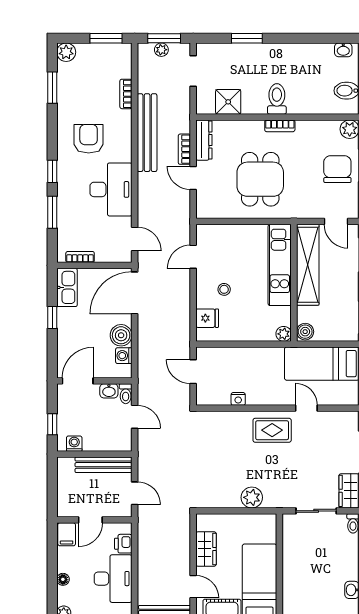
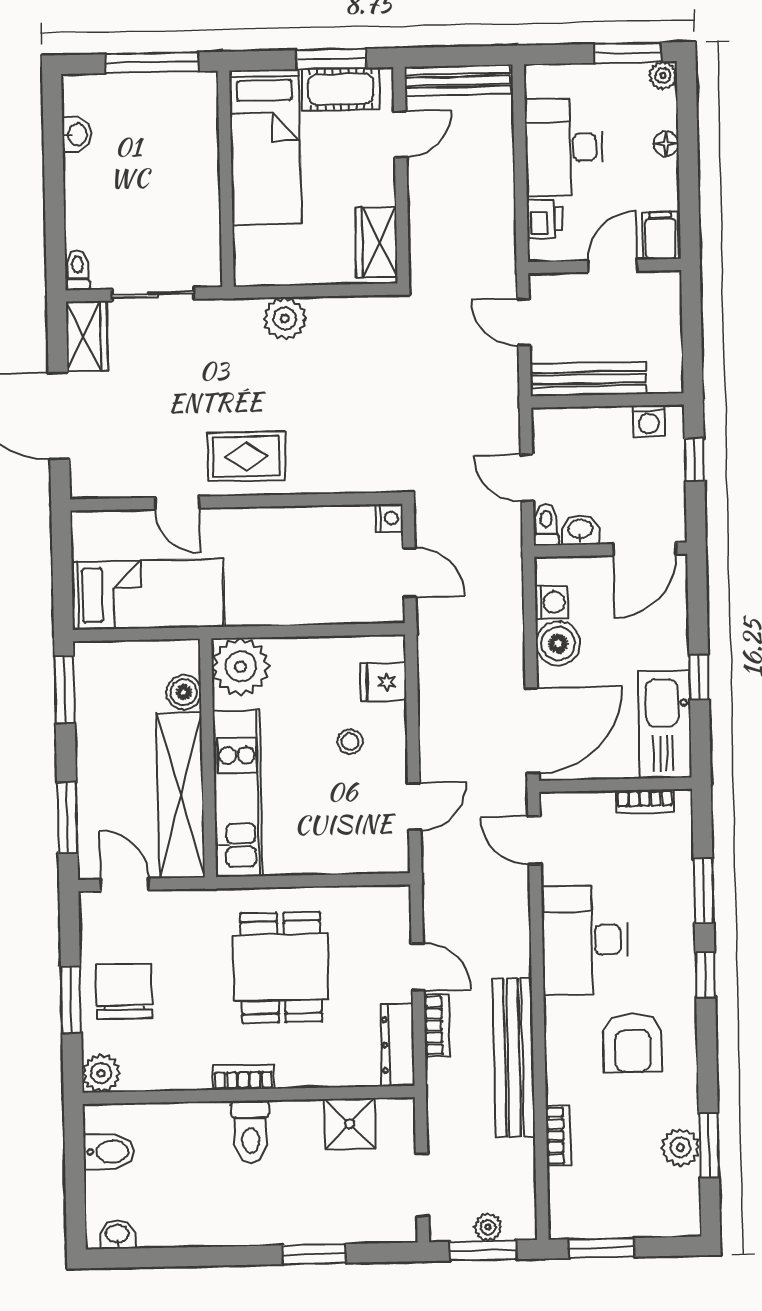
plant: (66, 52) -> (680, 1147), moved
chair: (337, 169) -> (124, 991), turned 180
kitchen sink: (67, 287) -> (665, 724), width x1.36, depth x1.24
boiler: (305, 332) -> (184, 692), moved
plant: (284, 334) -> (241, 667), width x1.88, depth x1.88
nightstand: (238, 399) -> (389, 518), moved, turned 90
wardrobe: (206, 549) -> (376, 242), moved
door: (193, 587) -> (400, 134), swing flipped

